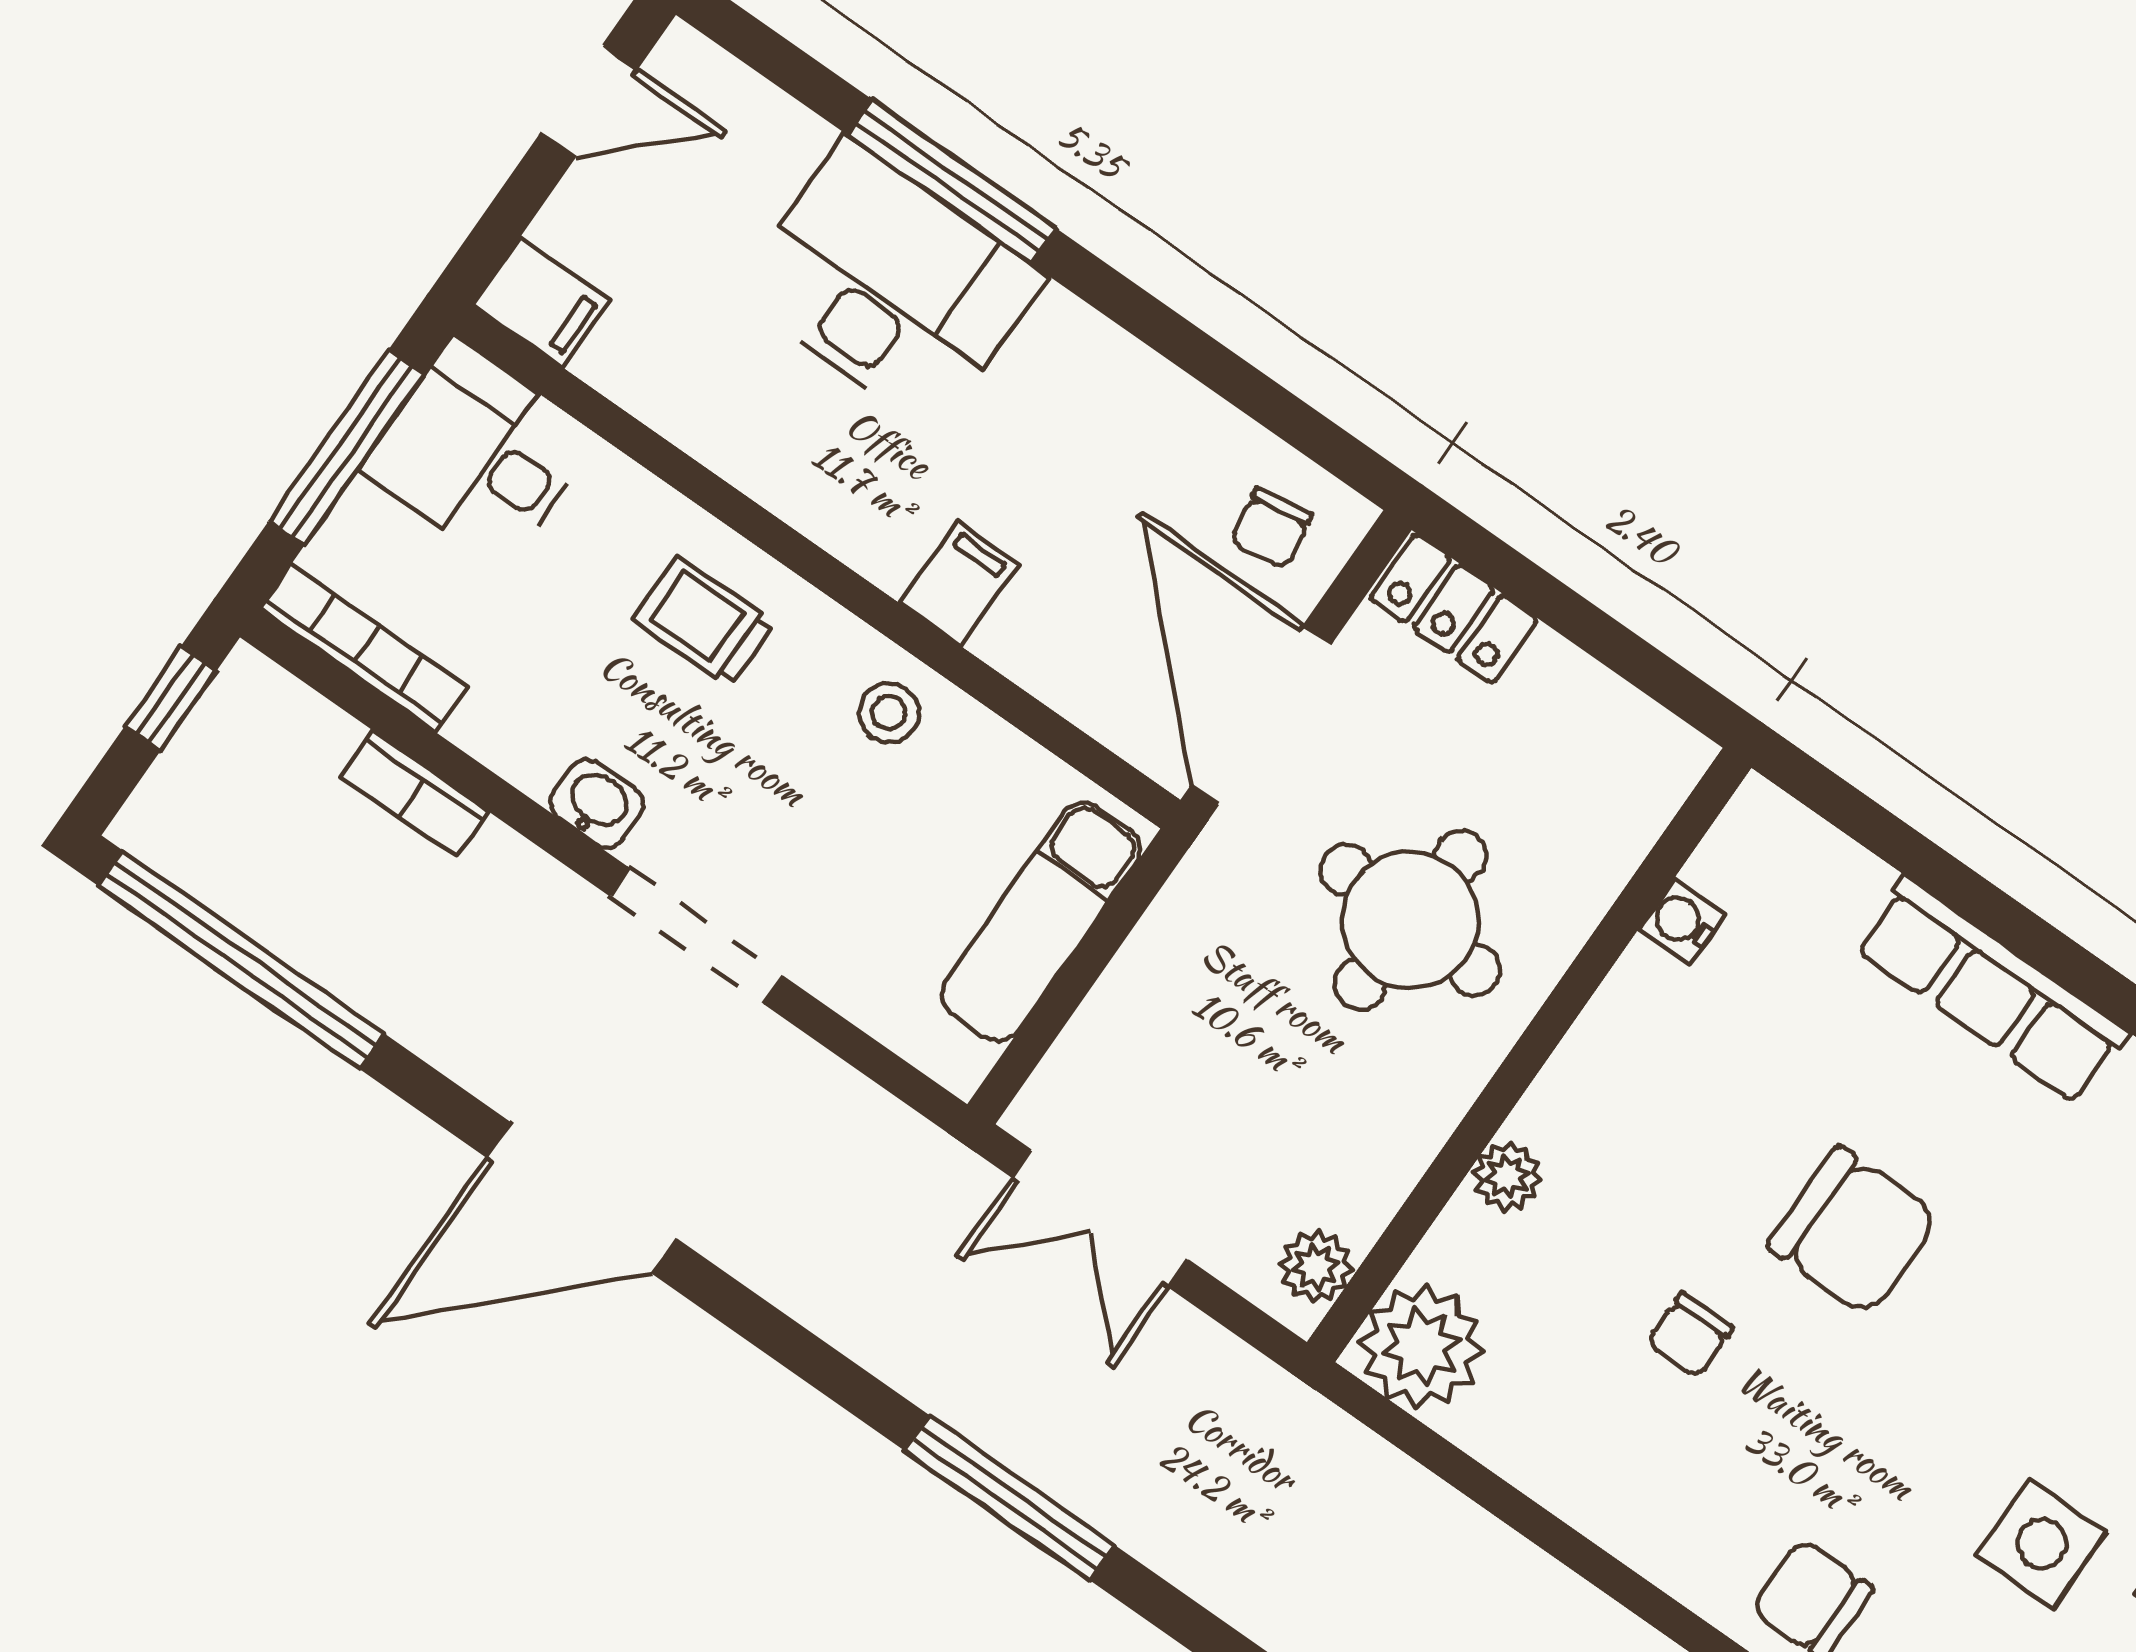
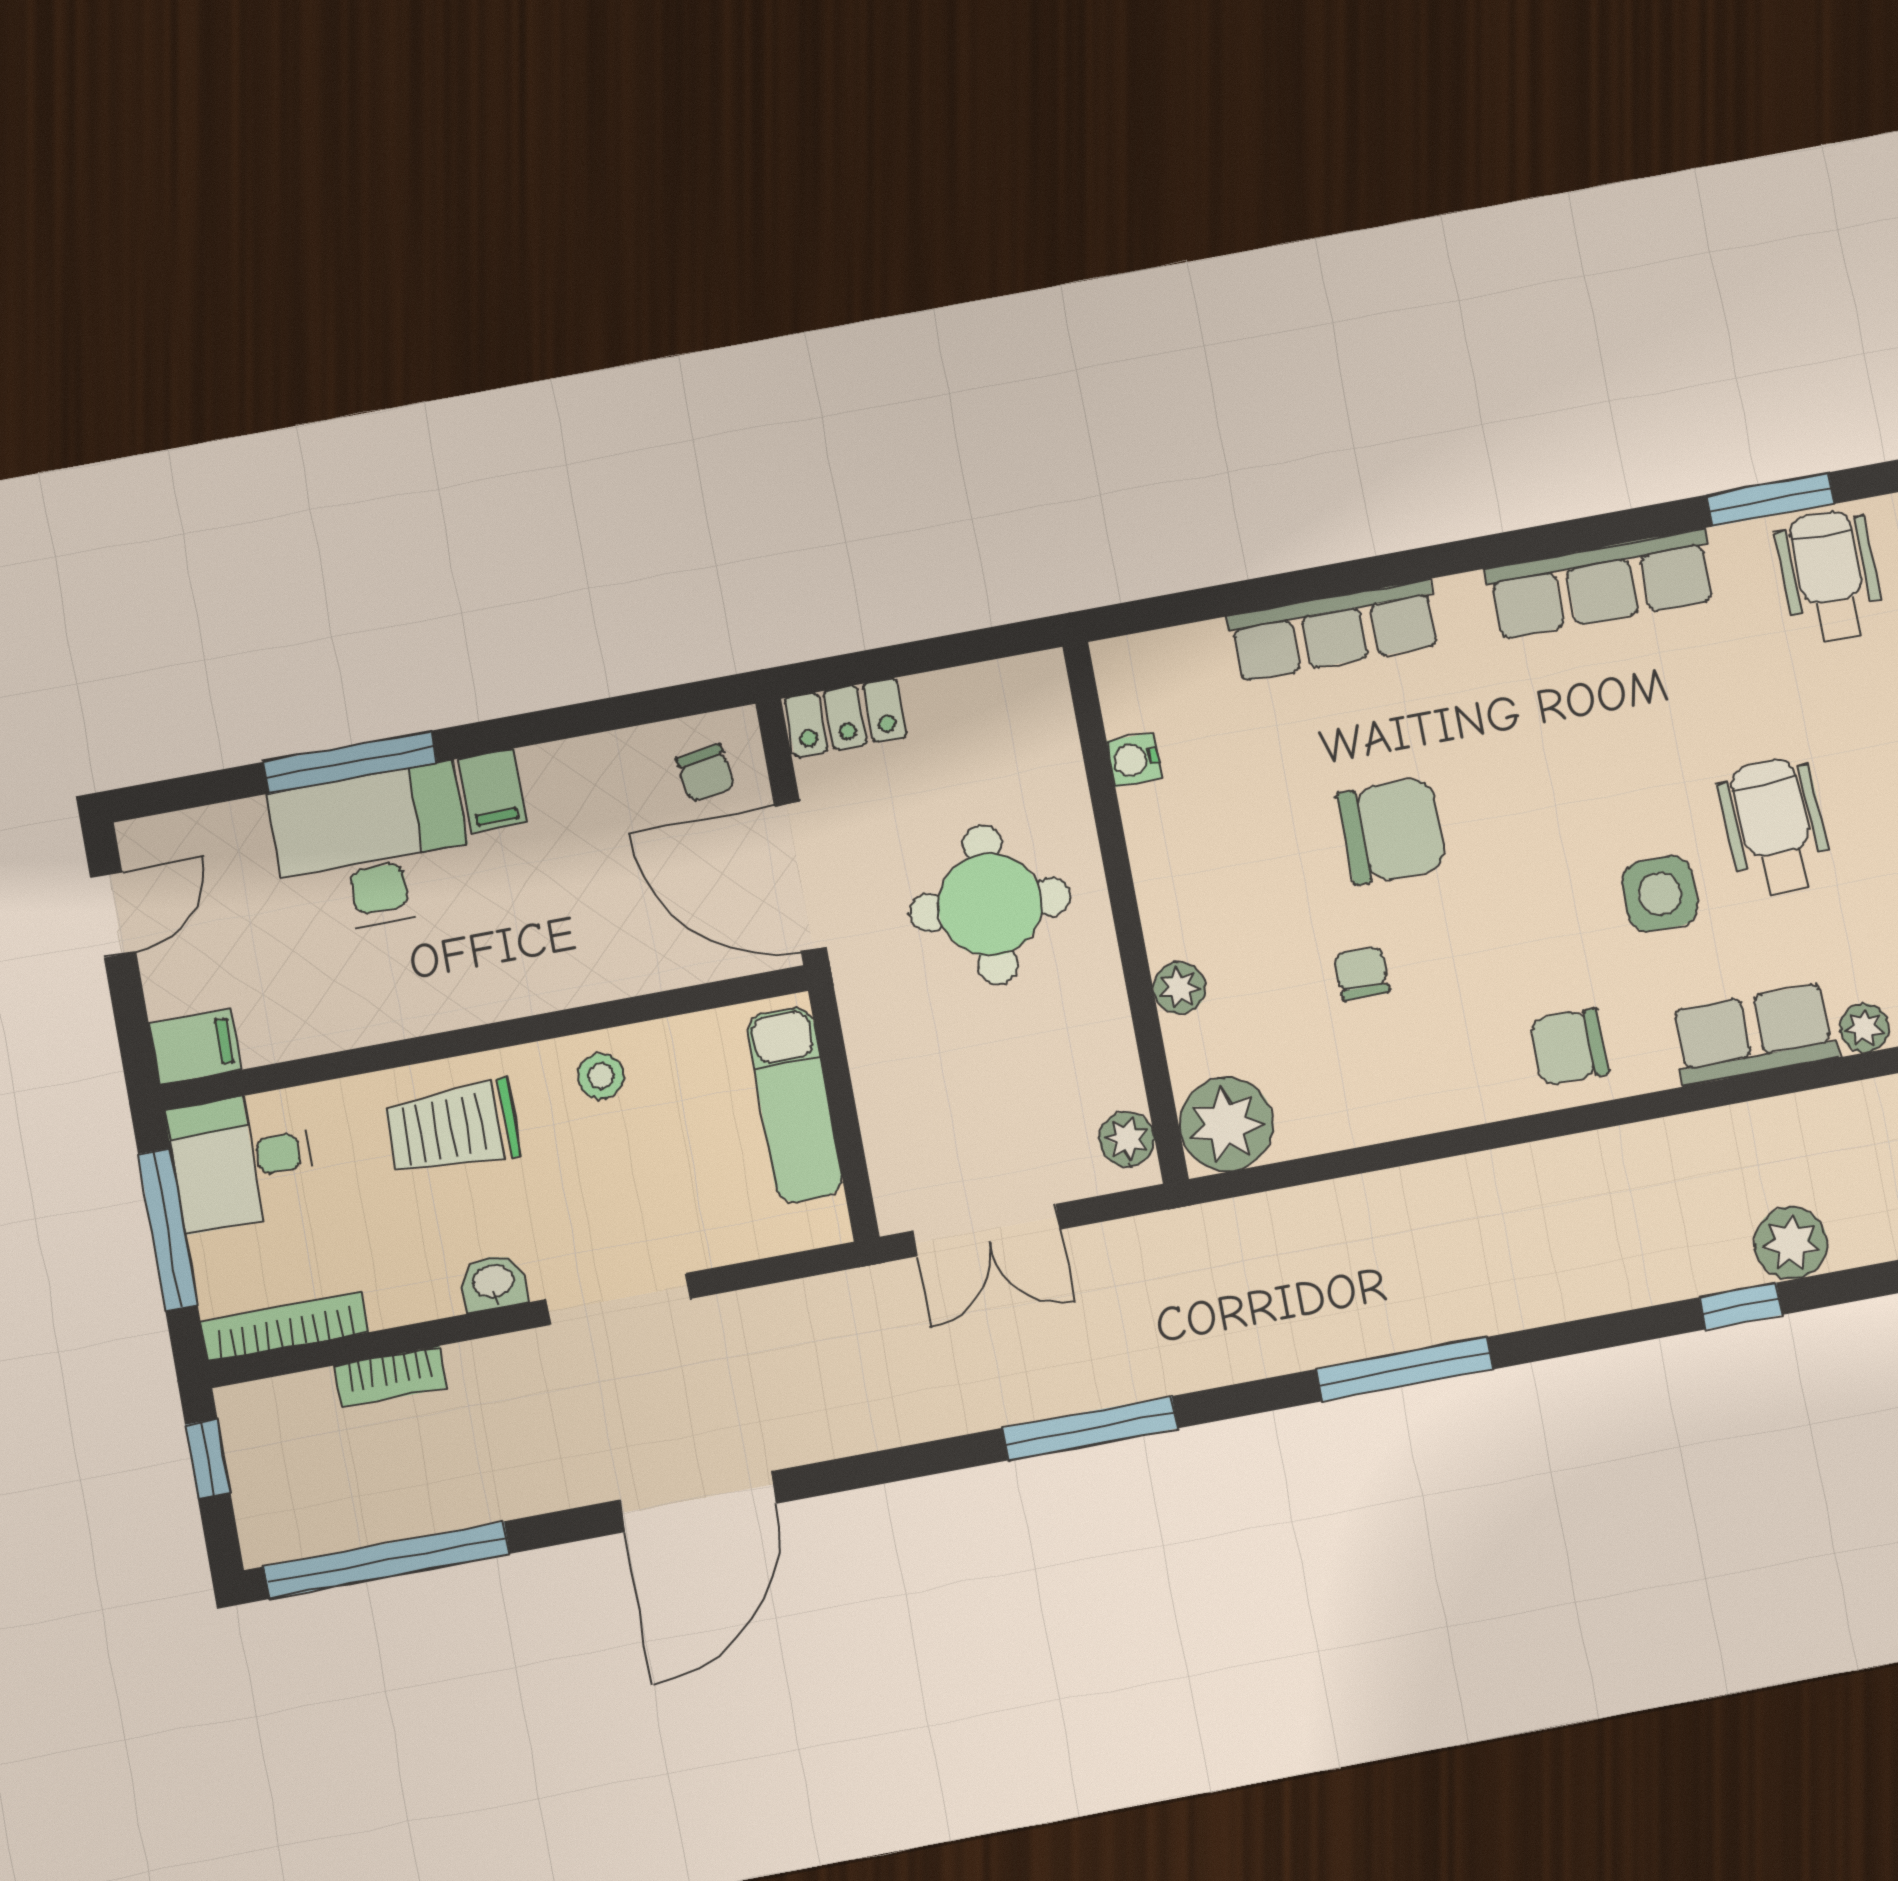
filing cabinet: (959, 584) -> (492, 791), moved, turned 180
trolley: (704, 621) -> (453, 1128), width x1.36, depth x1.39
chair: (1690, 1335) -> (1362, 973), turned 180

